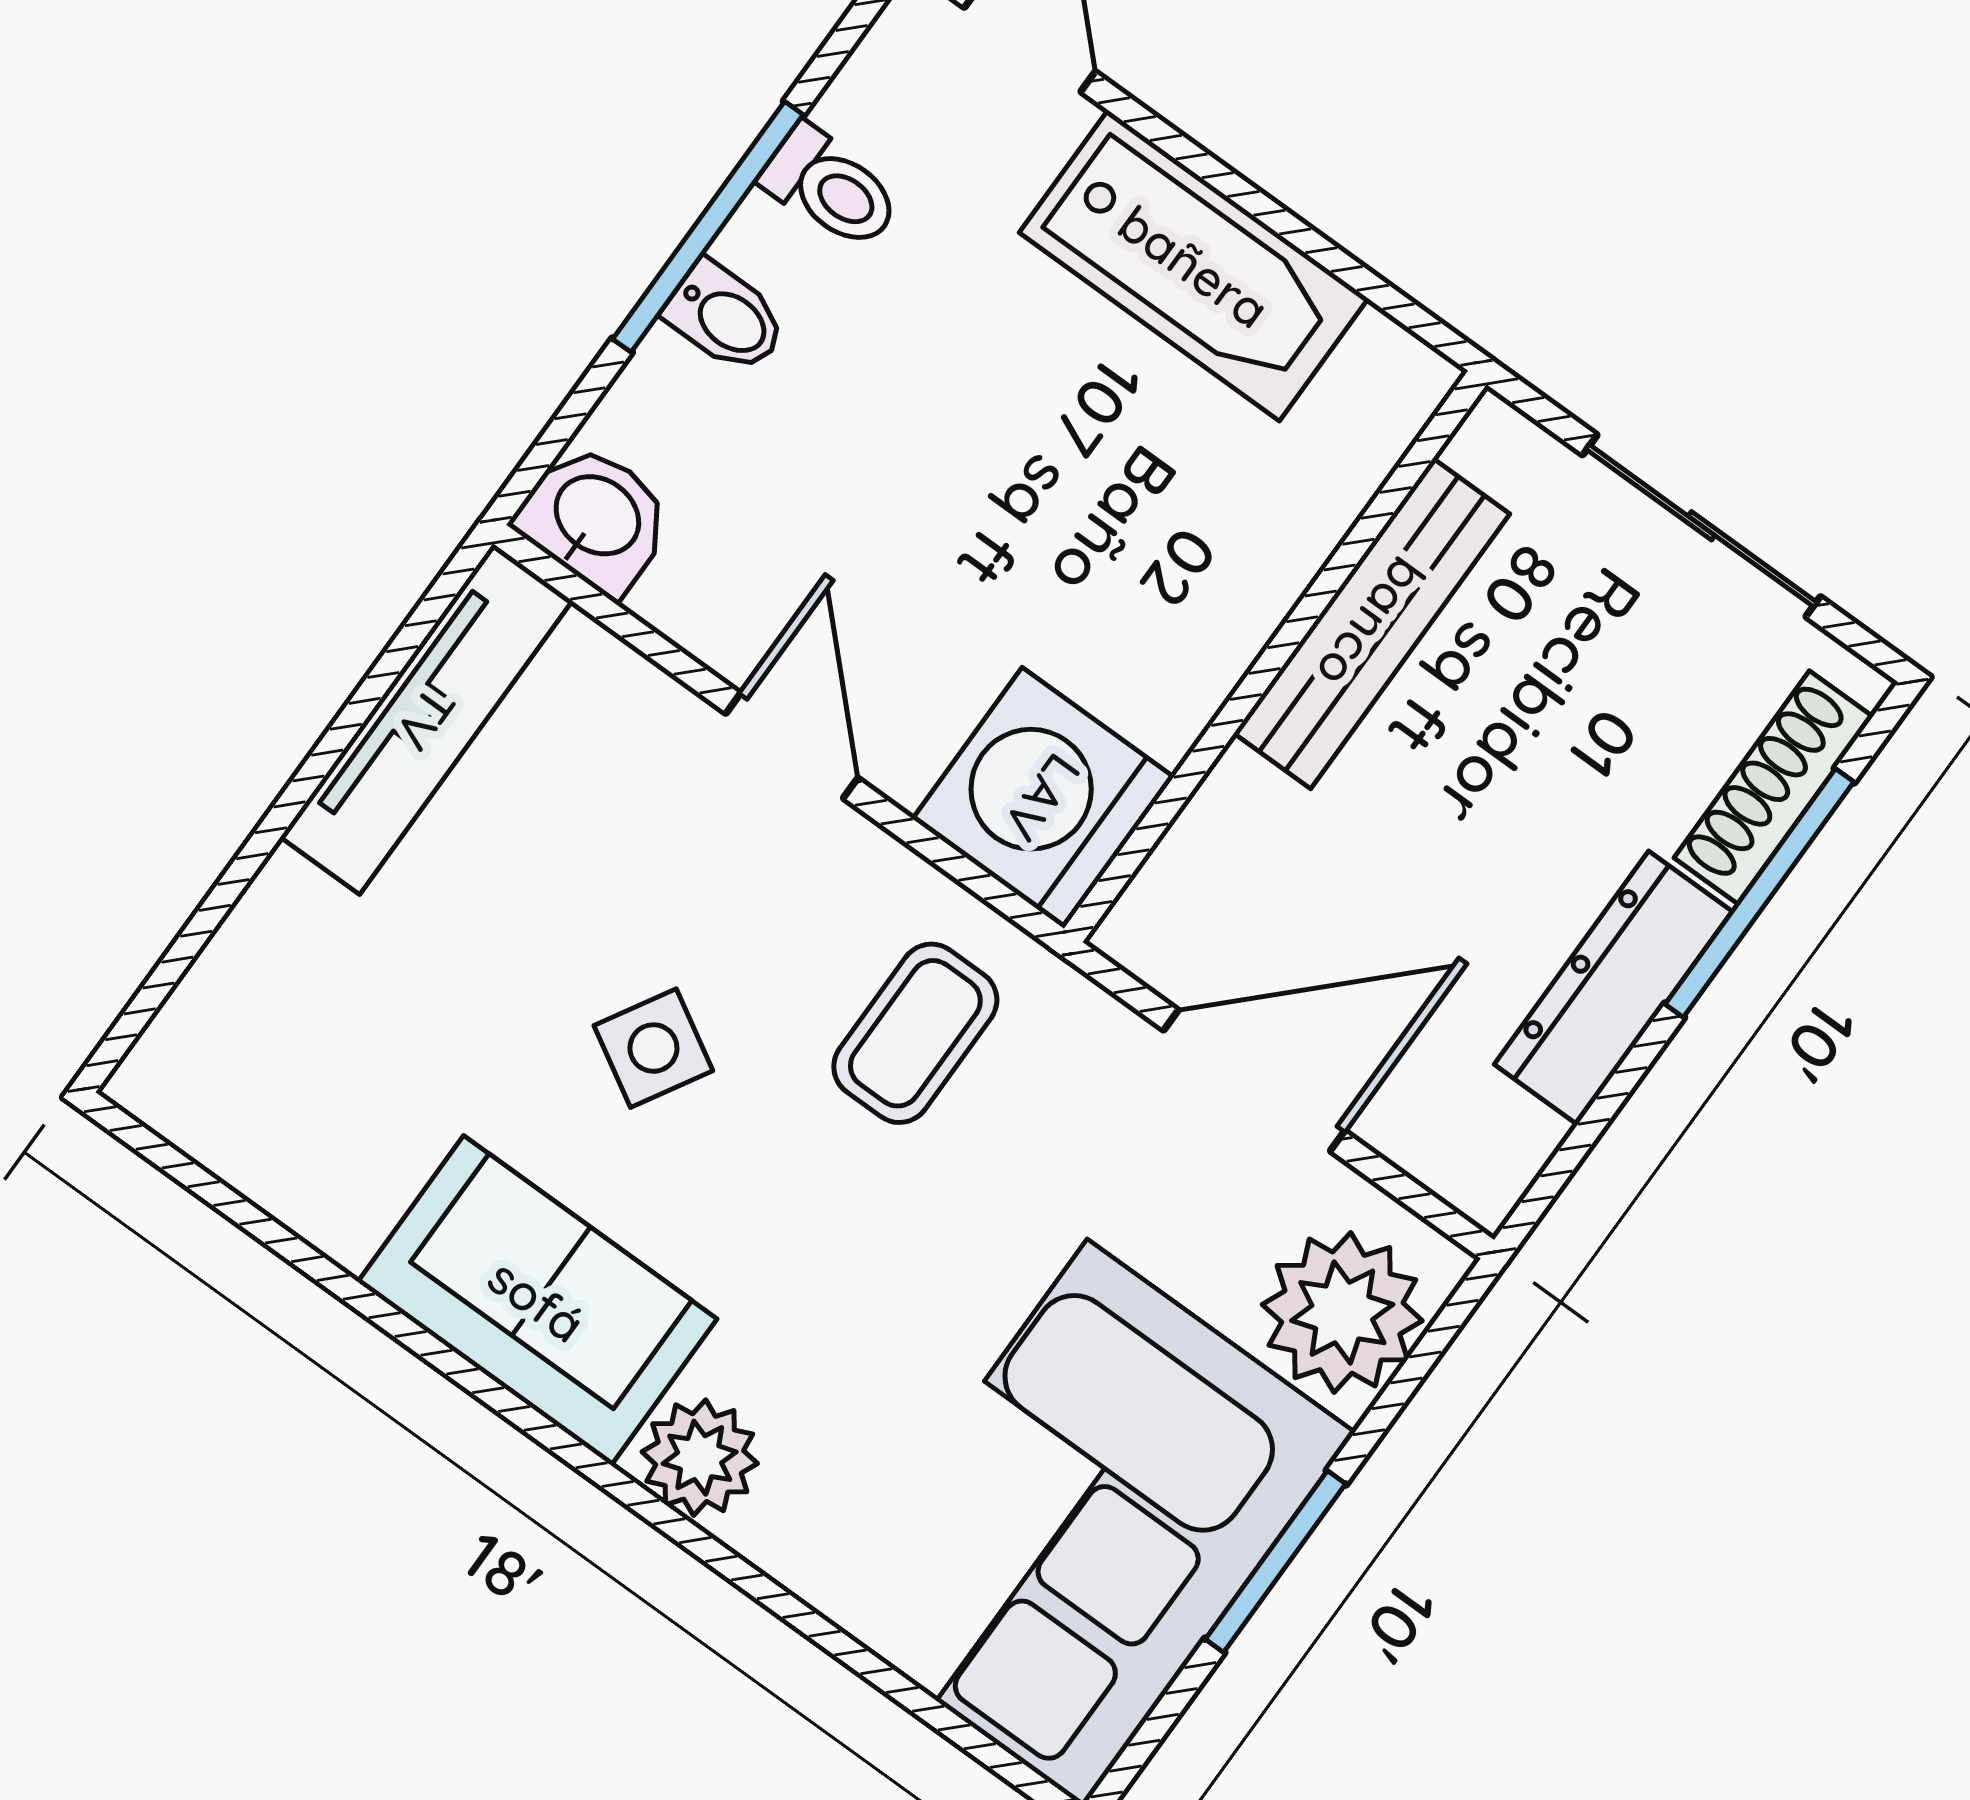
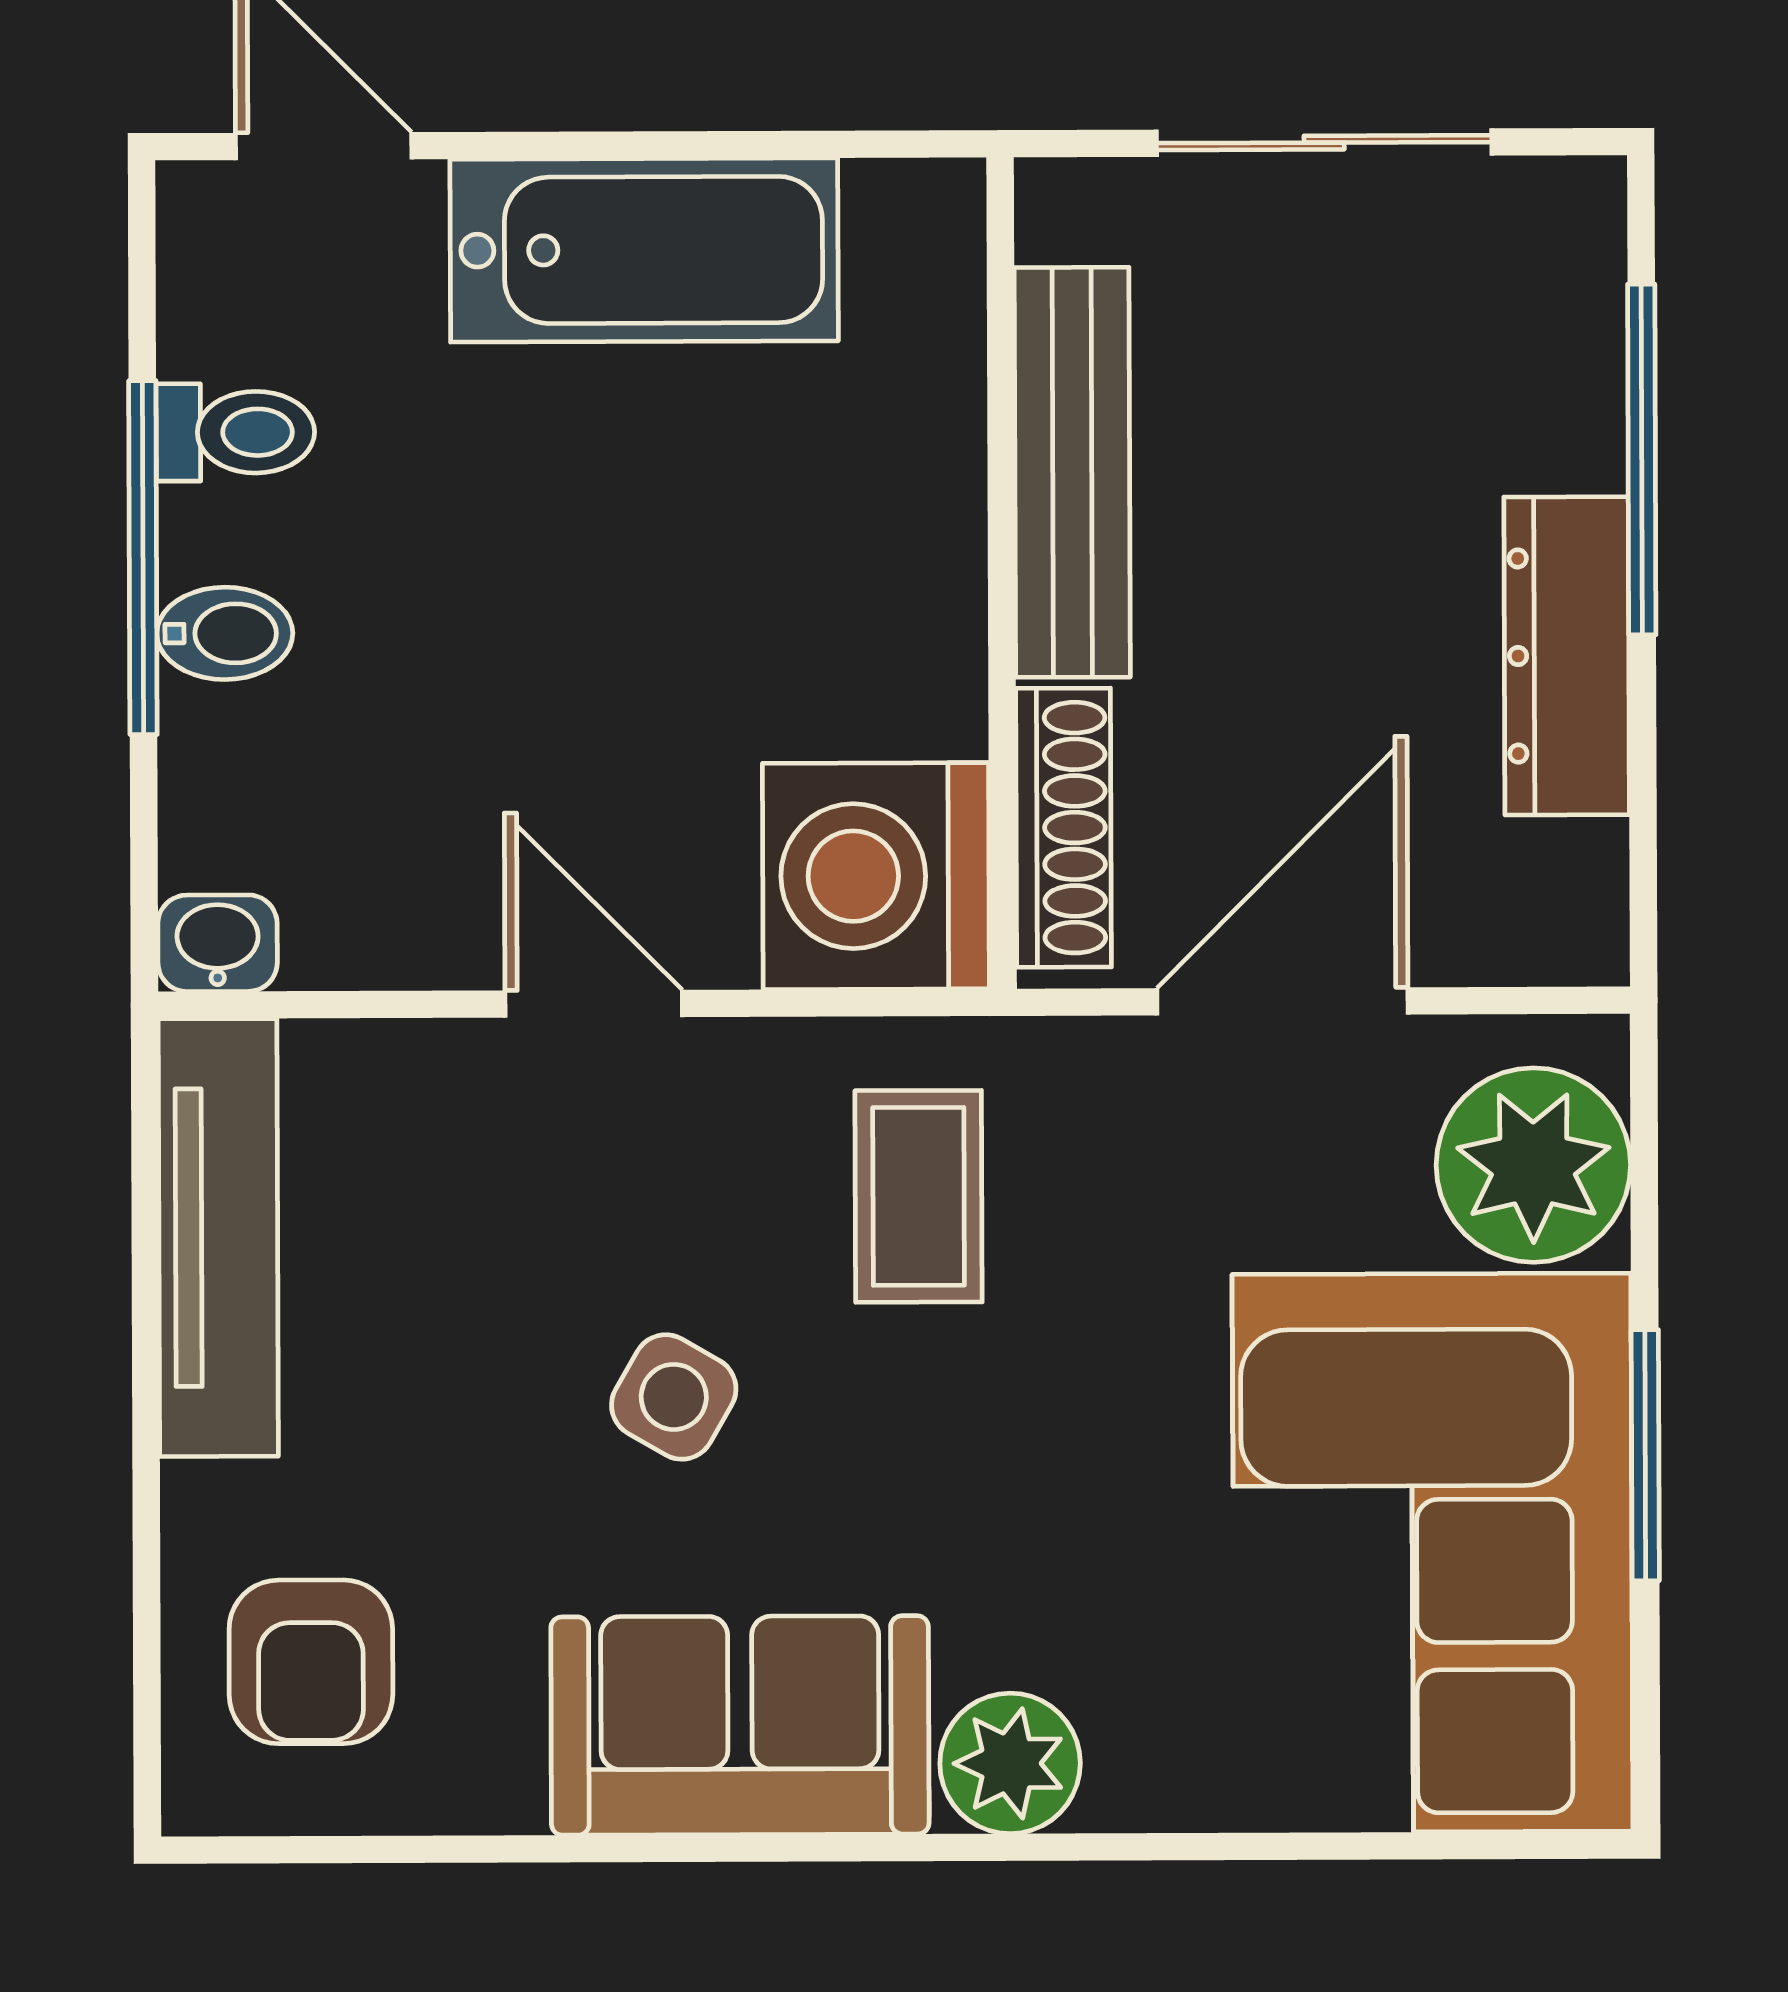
washbasin: (595, 518) -> (218, 943), width x0.72, depth x0.69
shoe rack: (1774, 787) -> (1064, 828), moved, turned 180
armchair: (281, 1048) -> (311, 1662), added

